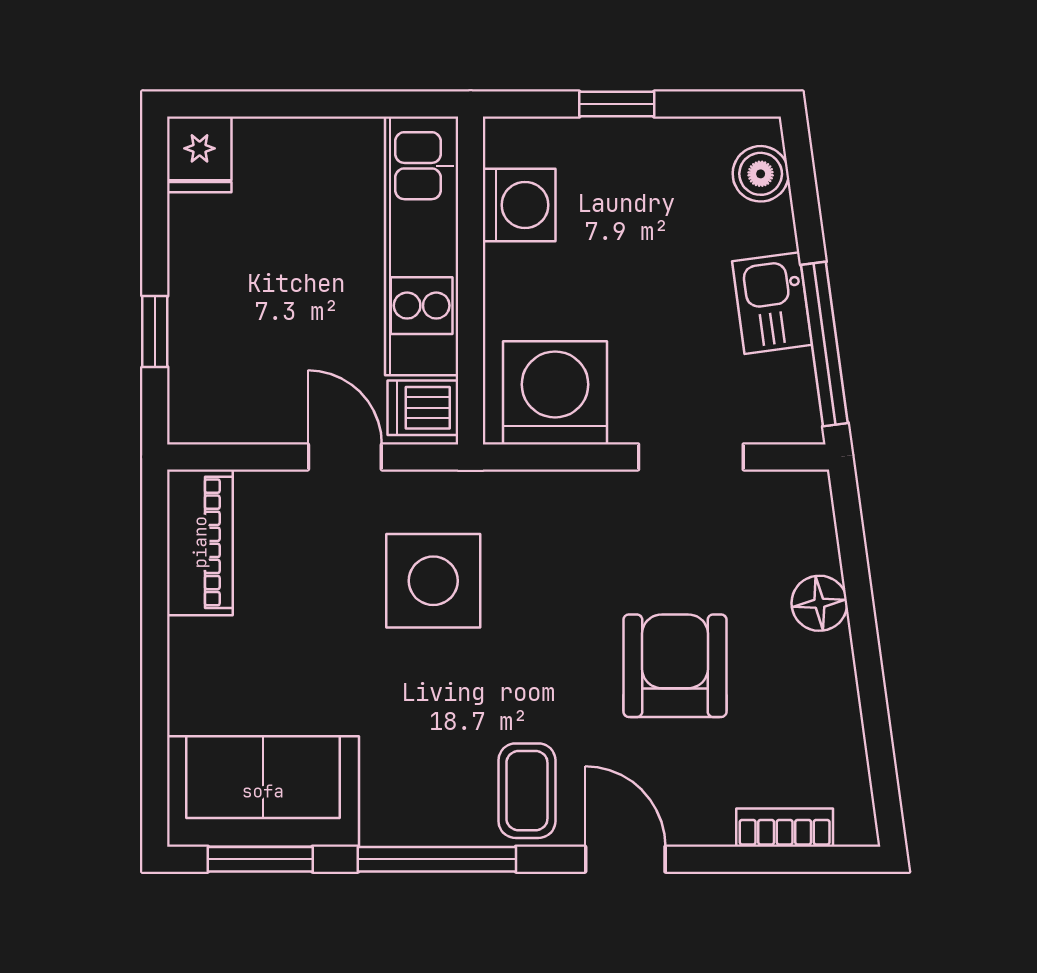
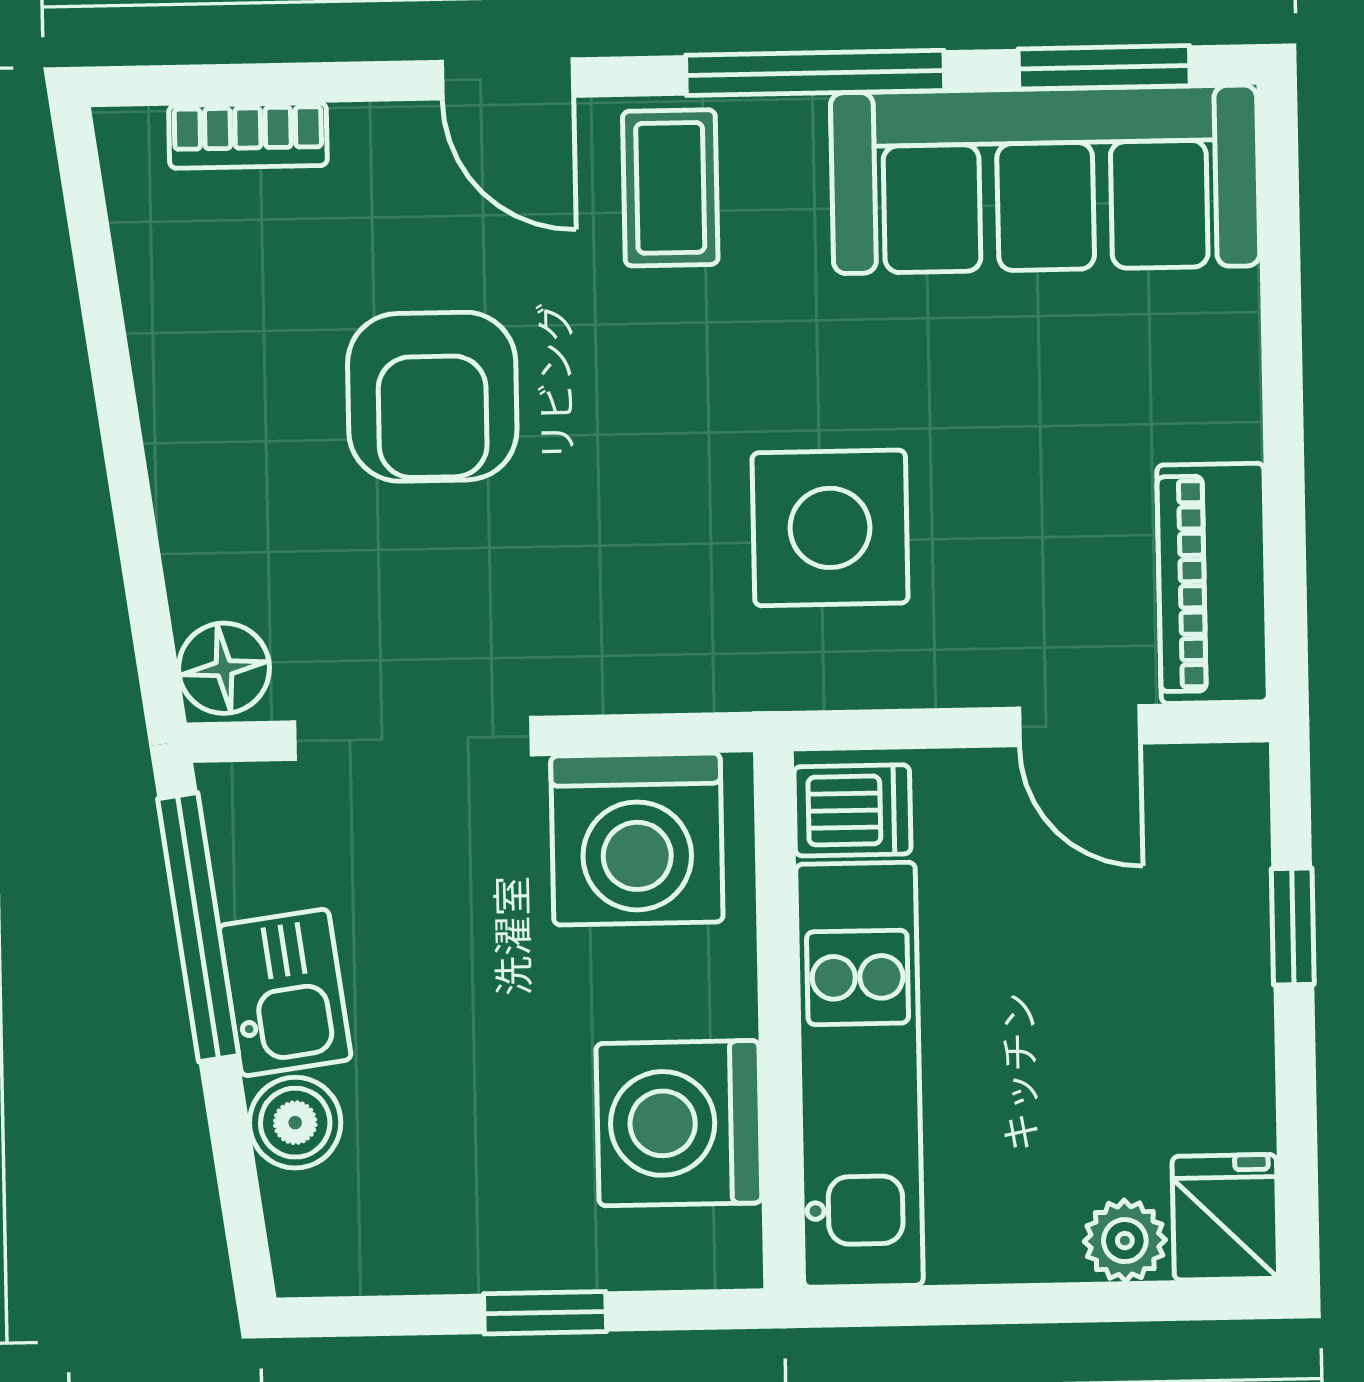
plant: (261, 141) -> (1125, 1241), added
boiler: (761, 174) -> (295, 1123), moved
washing machine: (519, 205) -> (679, 1123), width x1.37, depth x1.37
door: (345, 457) -> (1079, 726), moved
doorway: (691, 457) -> (413, 738), width x1.38
floor lamp: (819, 603) -> (224, 668), moved
sofa: (263, 791) -> (1045, 179), width x1.36

